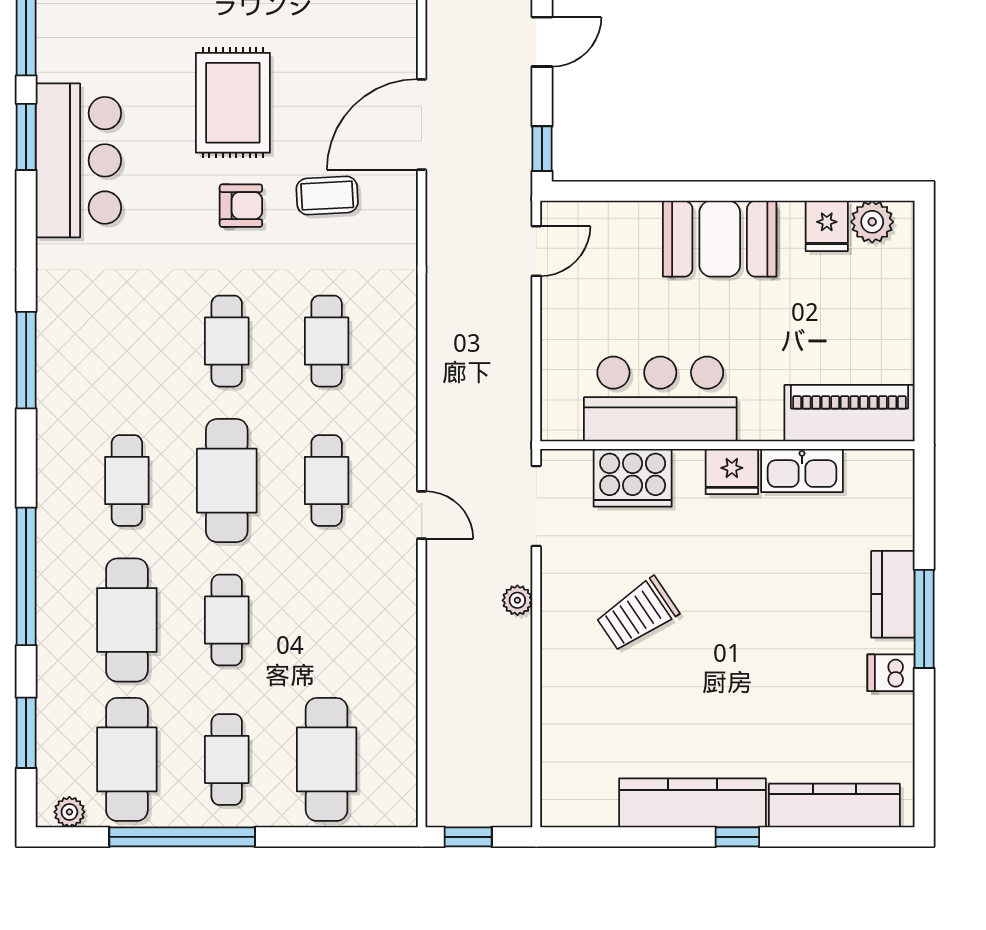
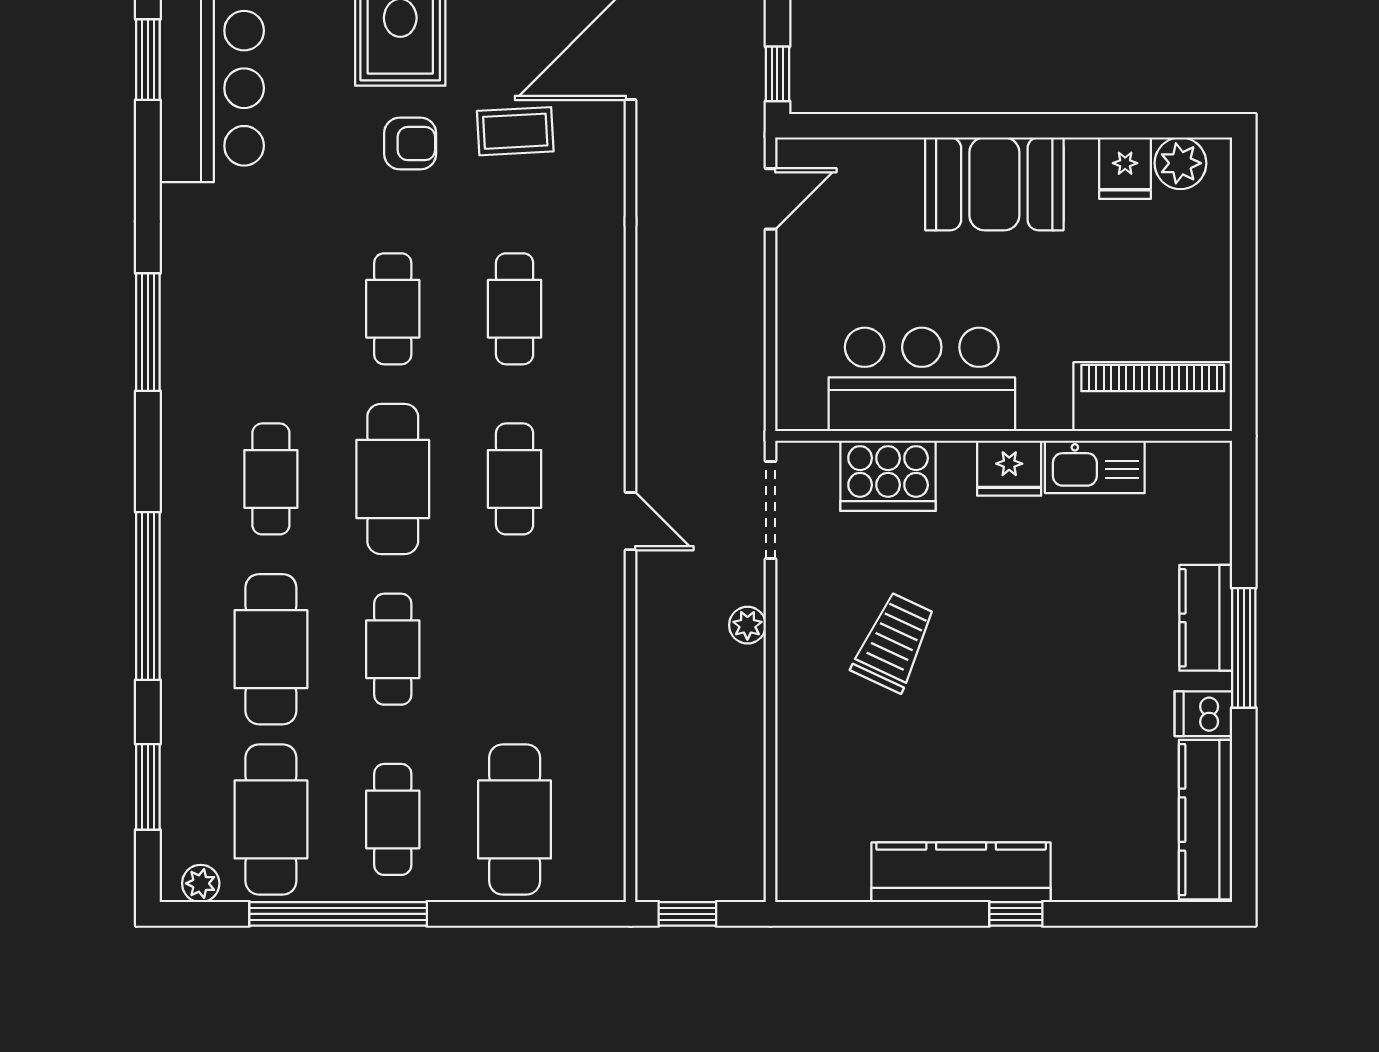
trolley: (637, 614) -> (894, 642), turned 149
kitchen counter: (834, 805) -> (1206, 820), moved, turned -90

